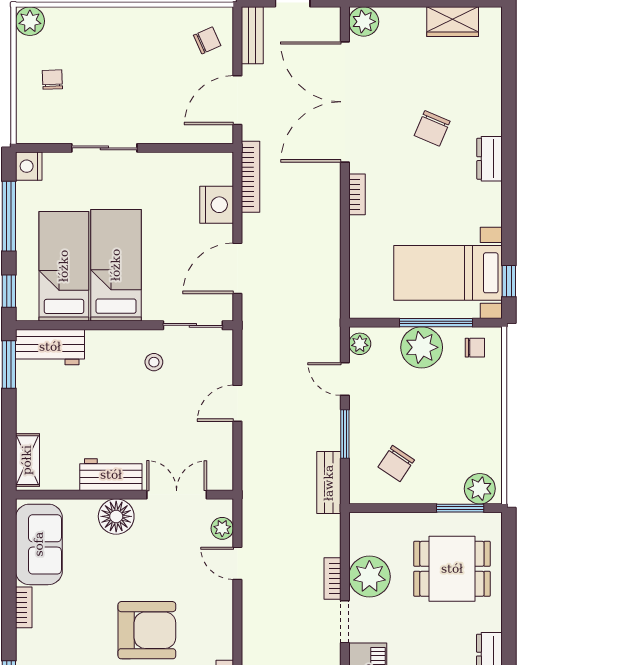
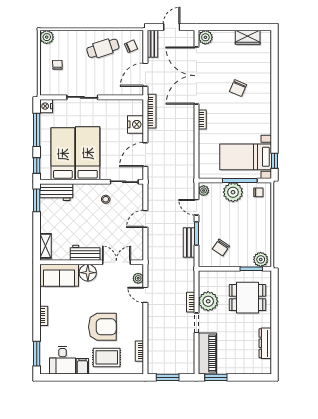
cafe table: (148, 45) -> (103, 48), added
dresser: (490, 159) -> (265, 103), removed
bench: (329, 483) -> (189, 242), moved
sofa: (39, 544) -> (59, 275), moved, turned 90

